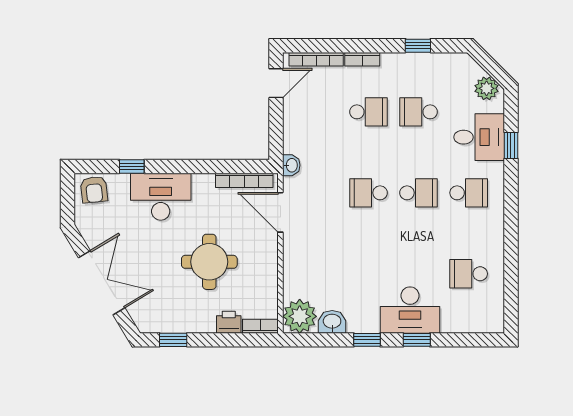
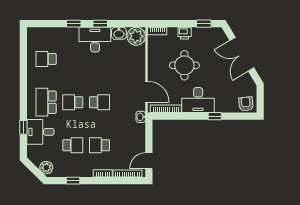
plant: (487, 88) -> (46, 168), moved
window: (132, 166) -> (215, 116), moved
school desk: (469, 193) -> (46, 102), width x1.85
desk: (161, 197) -> (198, 100), moved
school desk: (469, 274) -> (46, 59), turned 180
desk: (410, 310) -> (95, 40), moved
printer: (229, 322) -> (185, 33), moved

